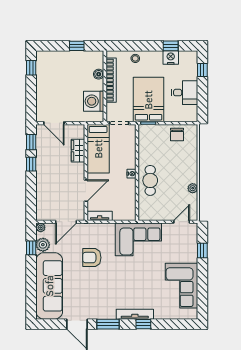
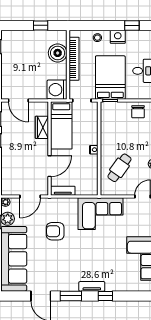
nightstand: (171, 58) -> (118, 37), moved
boiler: (99, 74) -> (58, 53), width x1.86, depth x1.86
washing machine: (94, 101) -> (57, 90), moved
cafe table: (150, 180) -> (119, 168), moved, turned 35
tv unit: (135, 314) -> (92, 286), width x0.71

